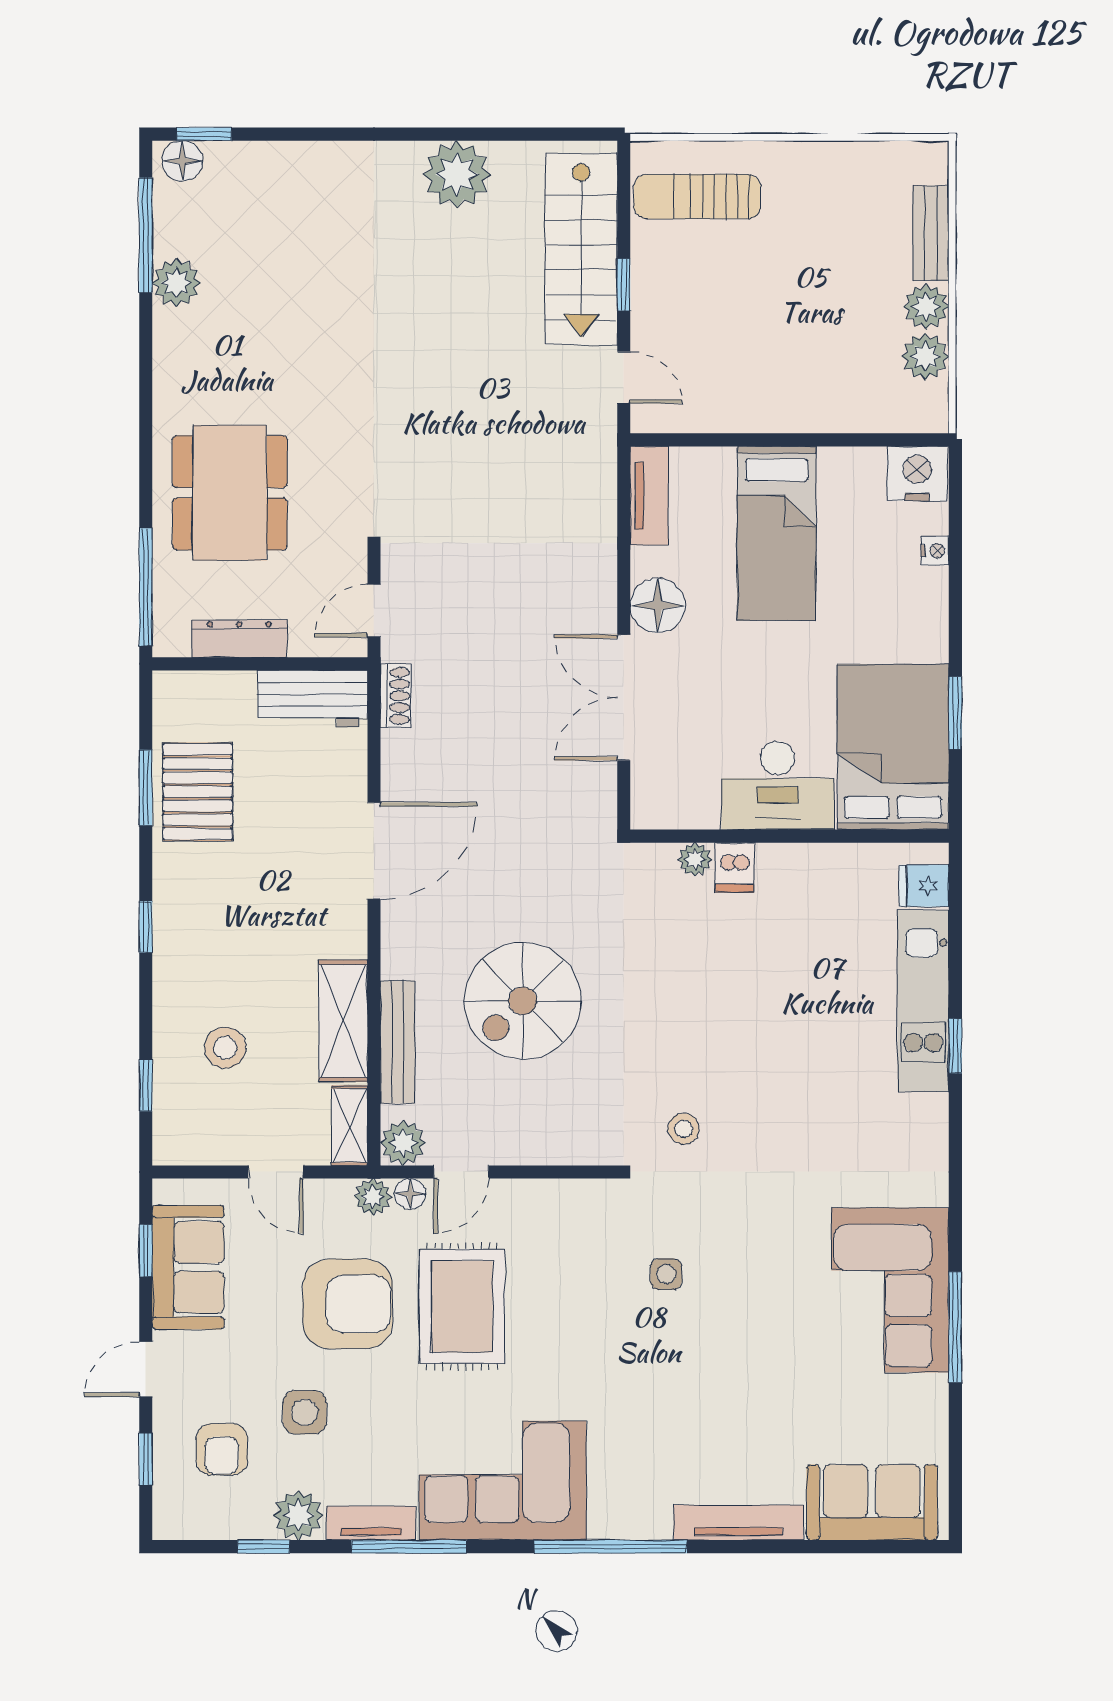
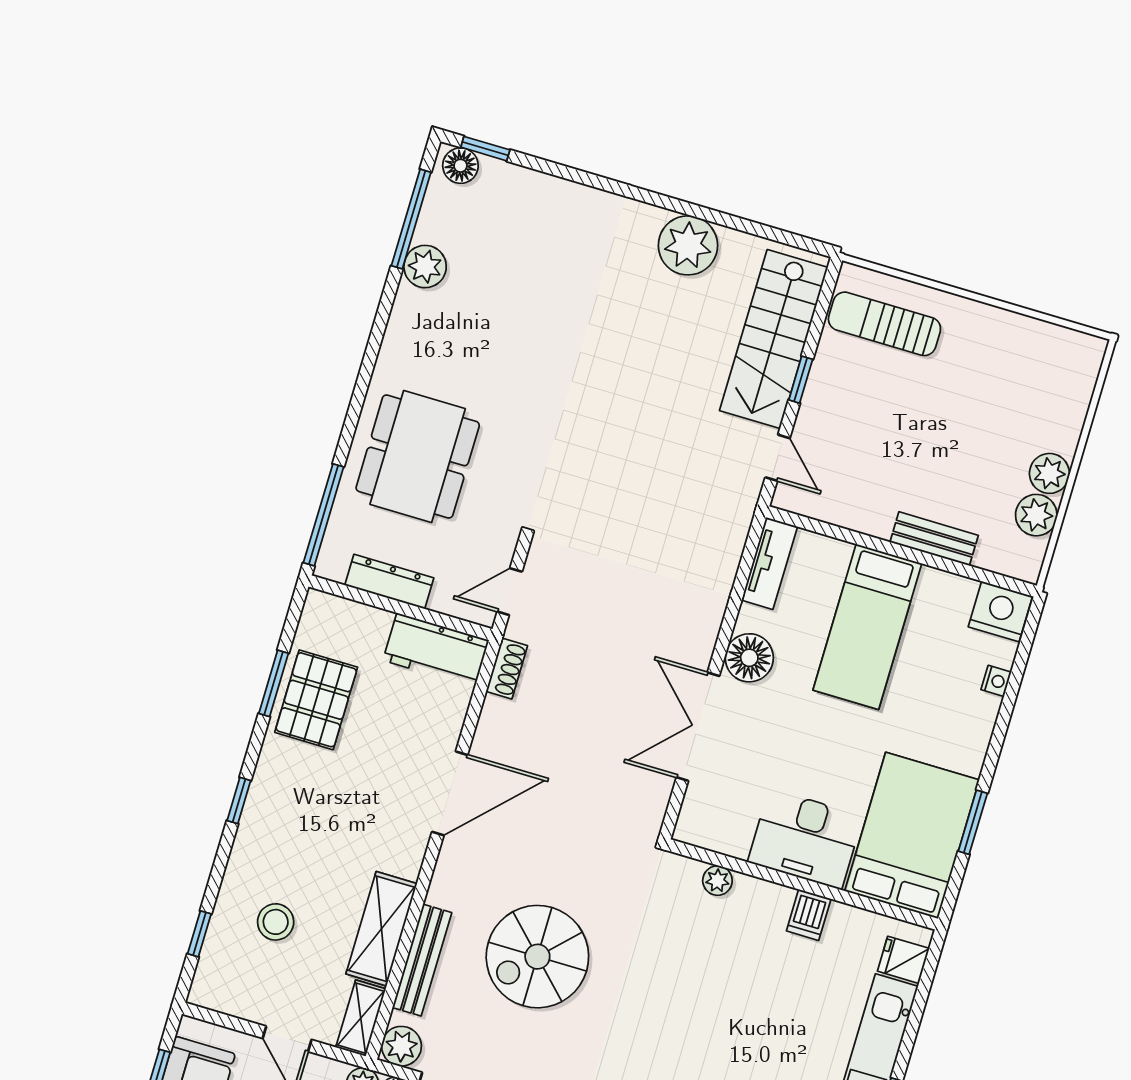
bench: (931, 233) -> (934, 539), moved, turned 90
dishwasher: (735, 867) -> (809, 915), moved

